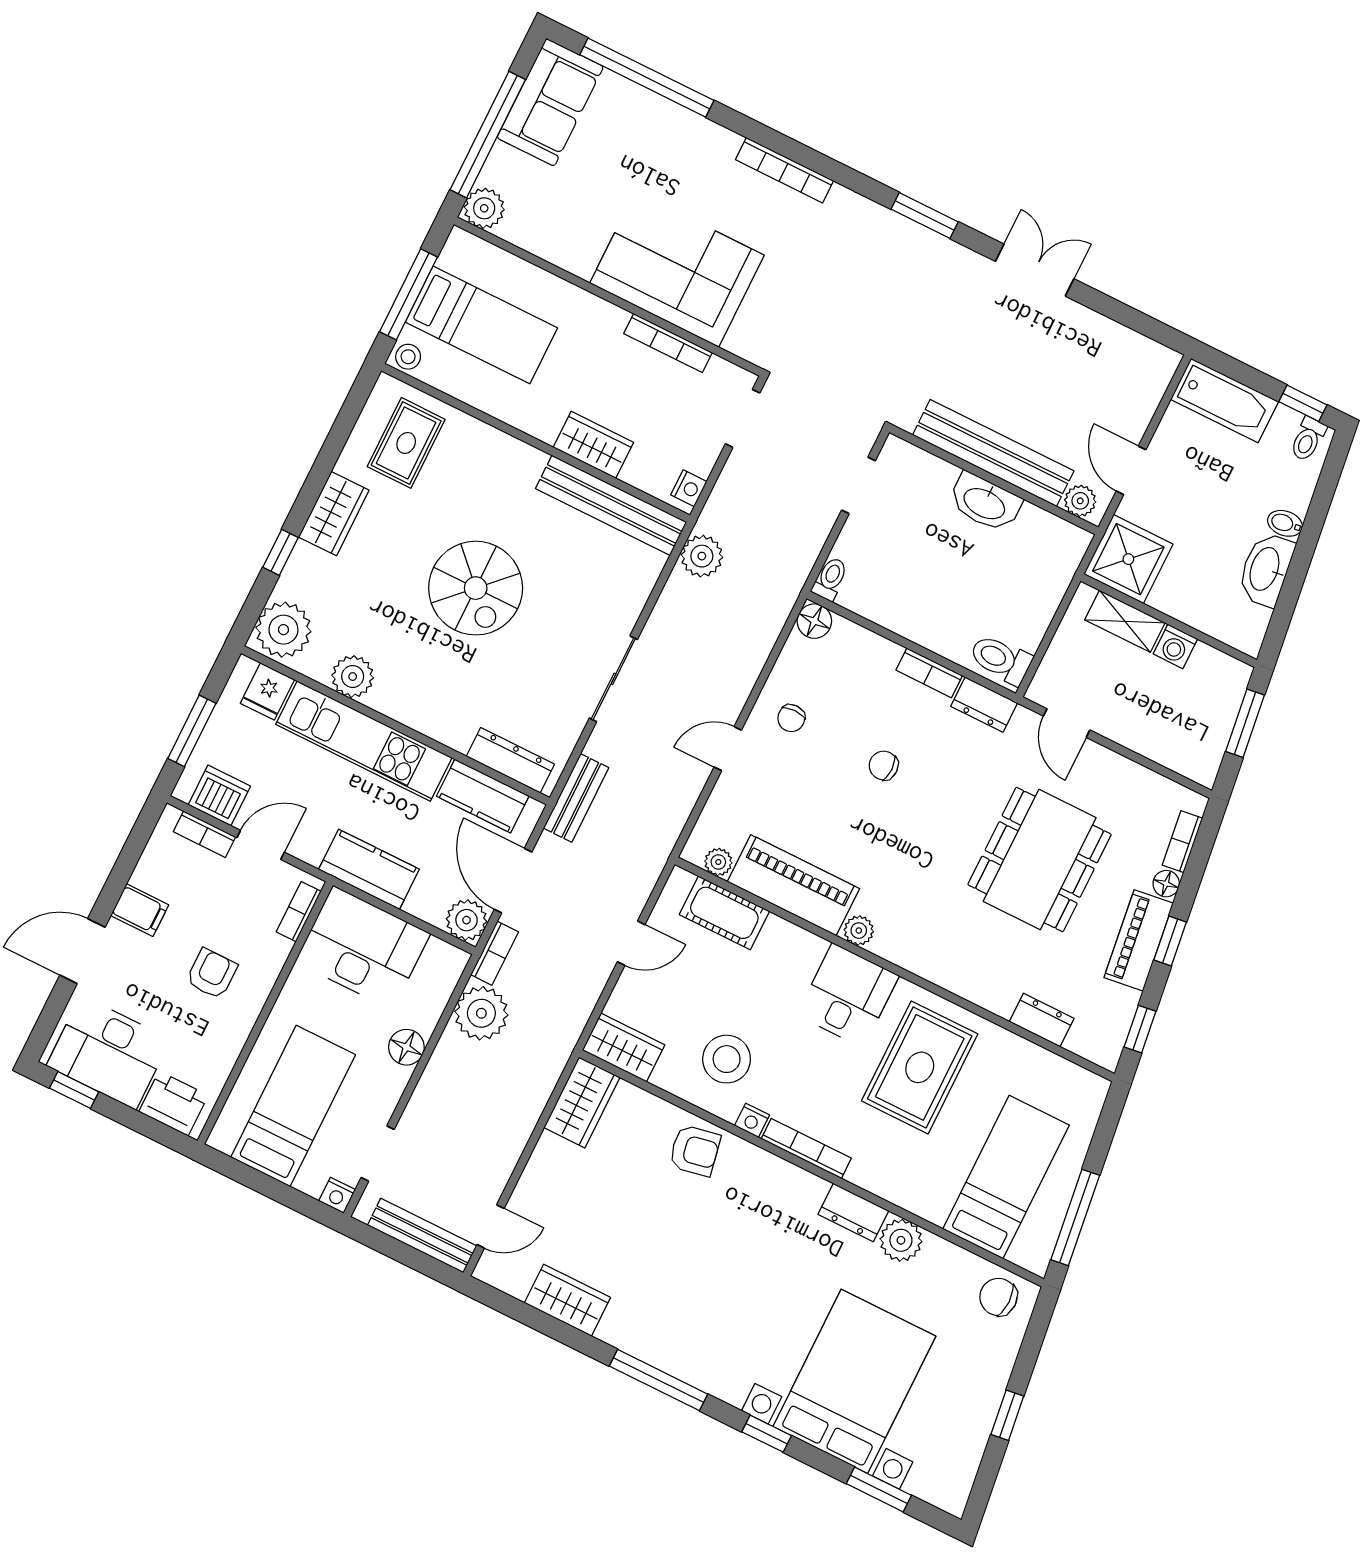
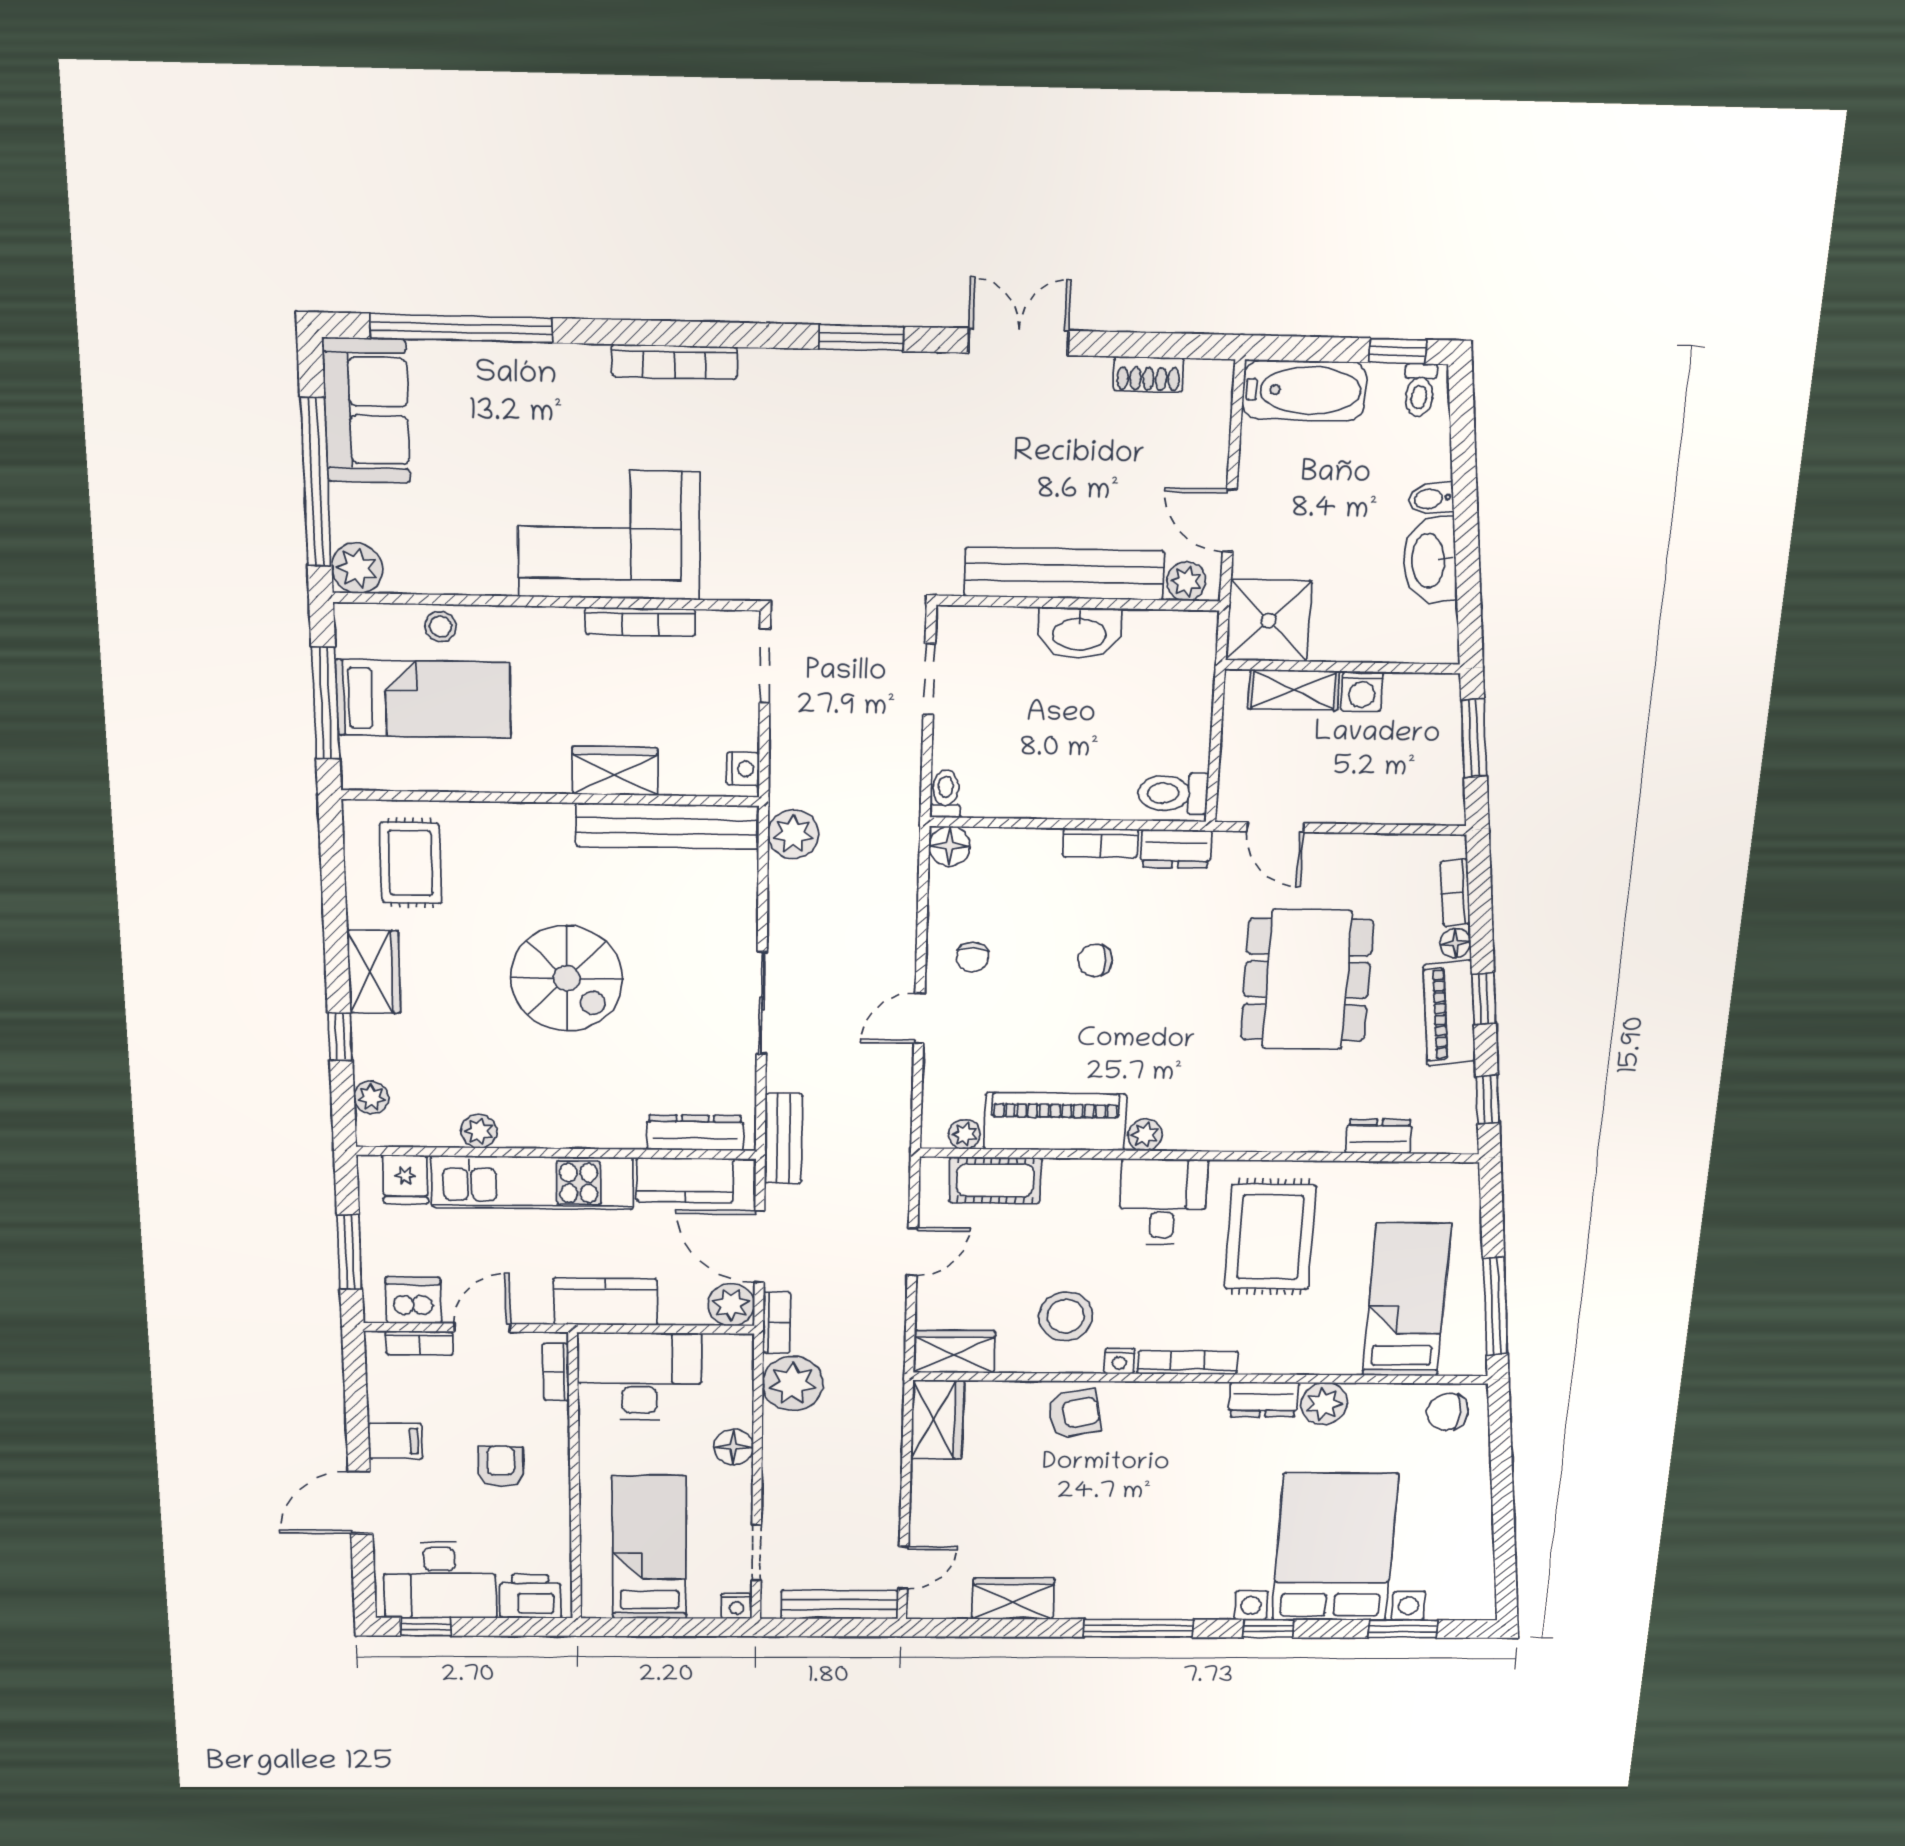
shoe rack: (1117, 336) -> (1149, 374), added
stool: (408, 357) -> (441, 627), moved
plant: (283, 630) -> (371, 1098), width x0.53, depth x0.53
plant: (353, 677) -> (479, 1131), width x0.73, depth x0.73
window: (1007, 1415) -> (1503, 1512), removed

